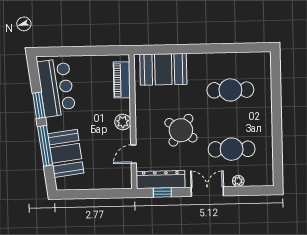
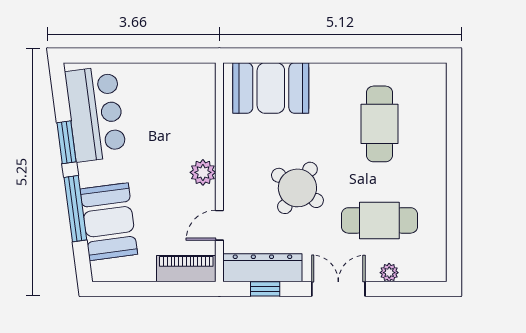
piano: (122, 80) -> (186, 269), moved, turned 90
cafe table: (230, 90) -> (379, 124), turned 90

